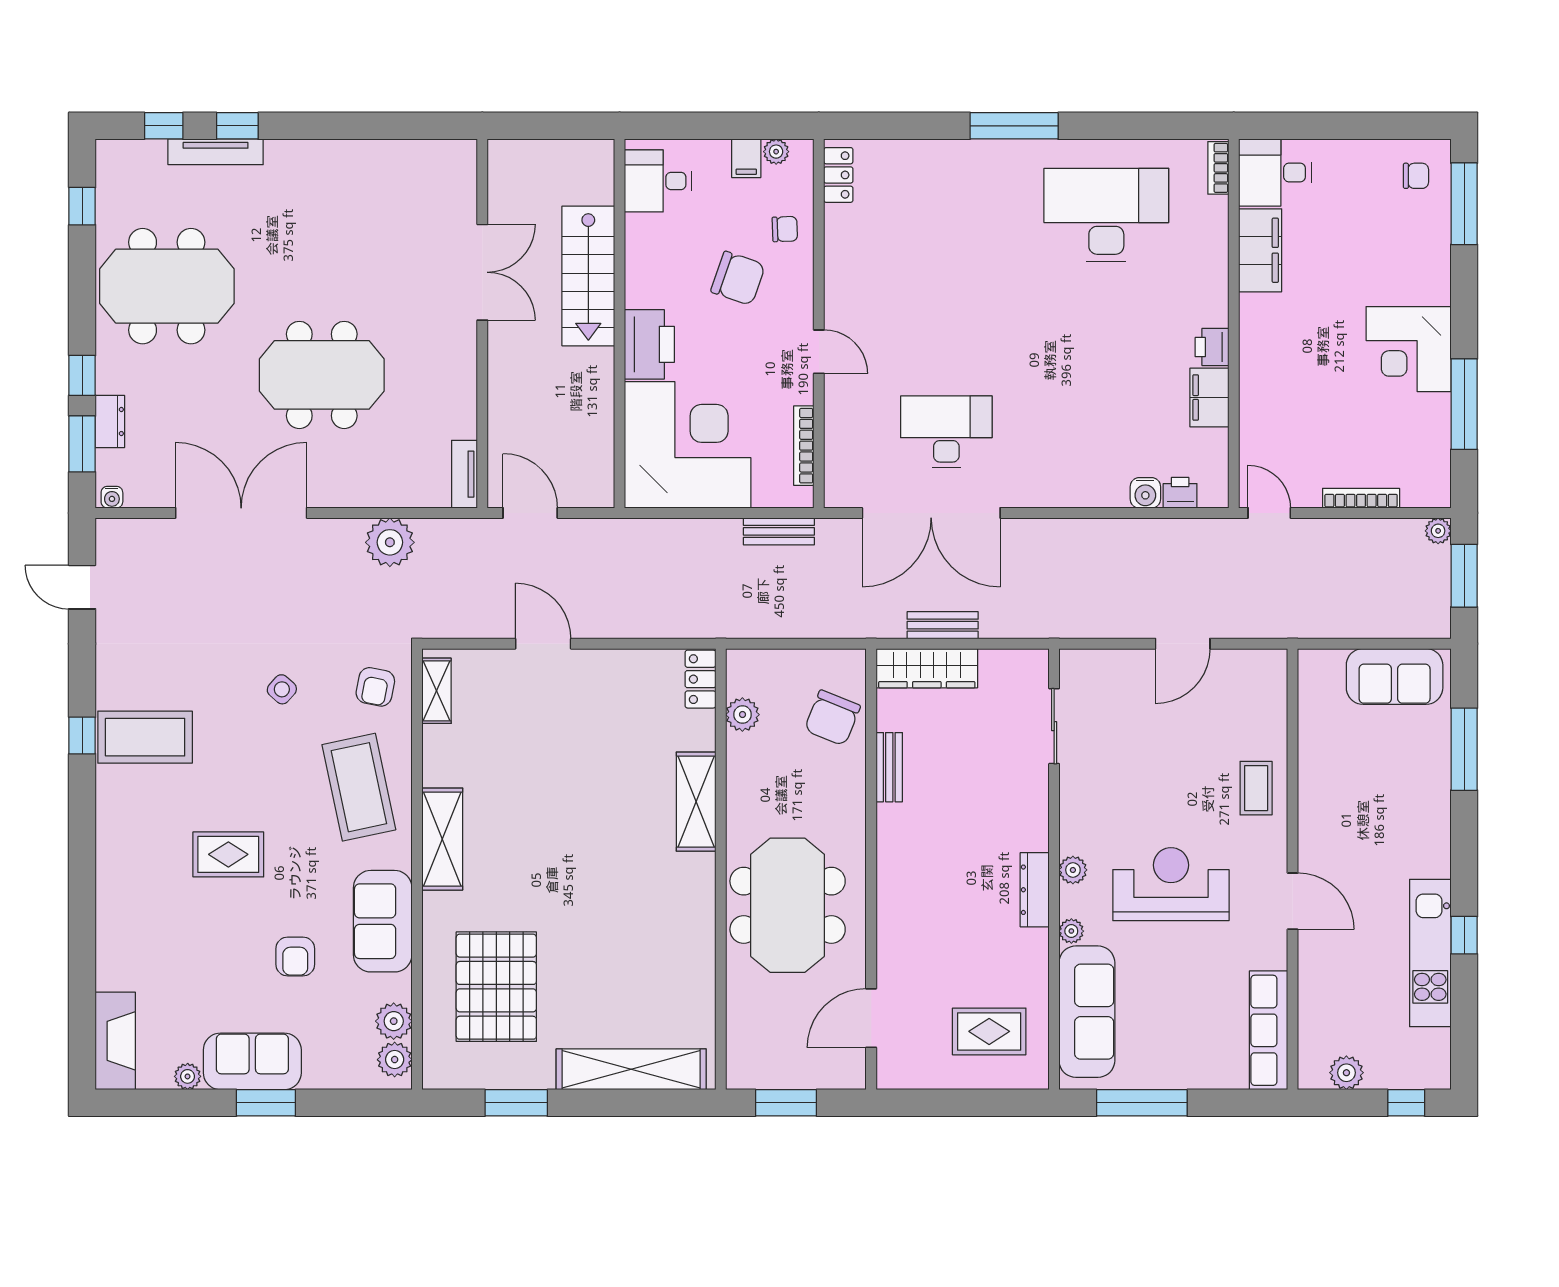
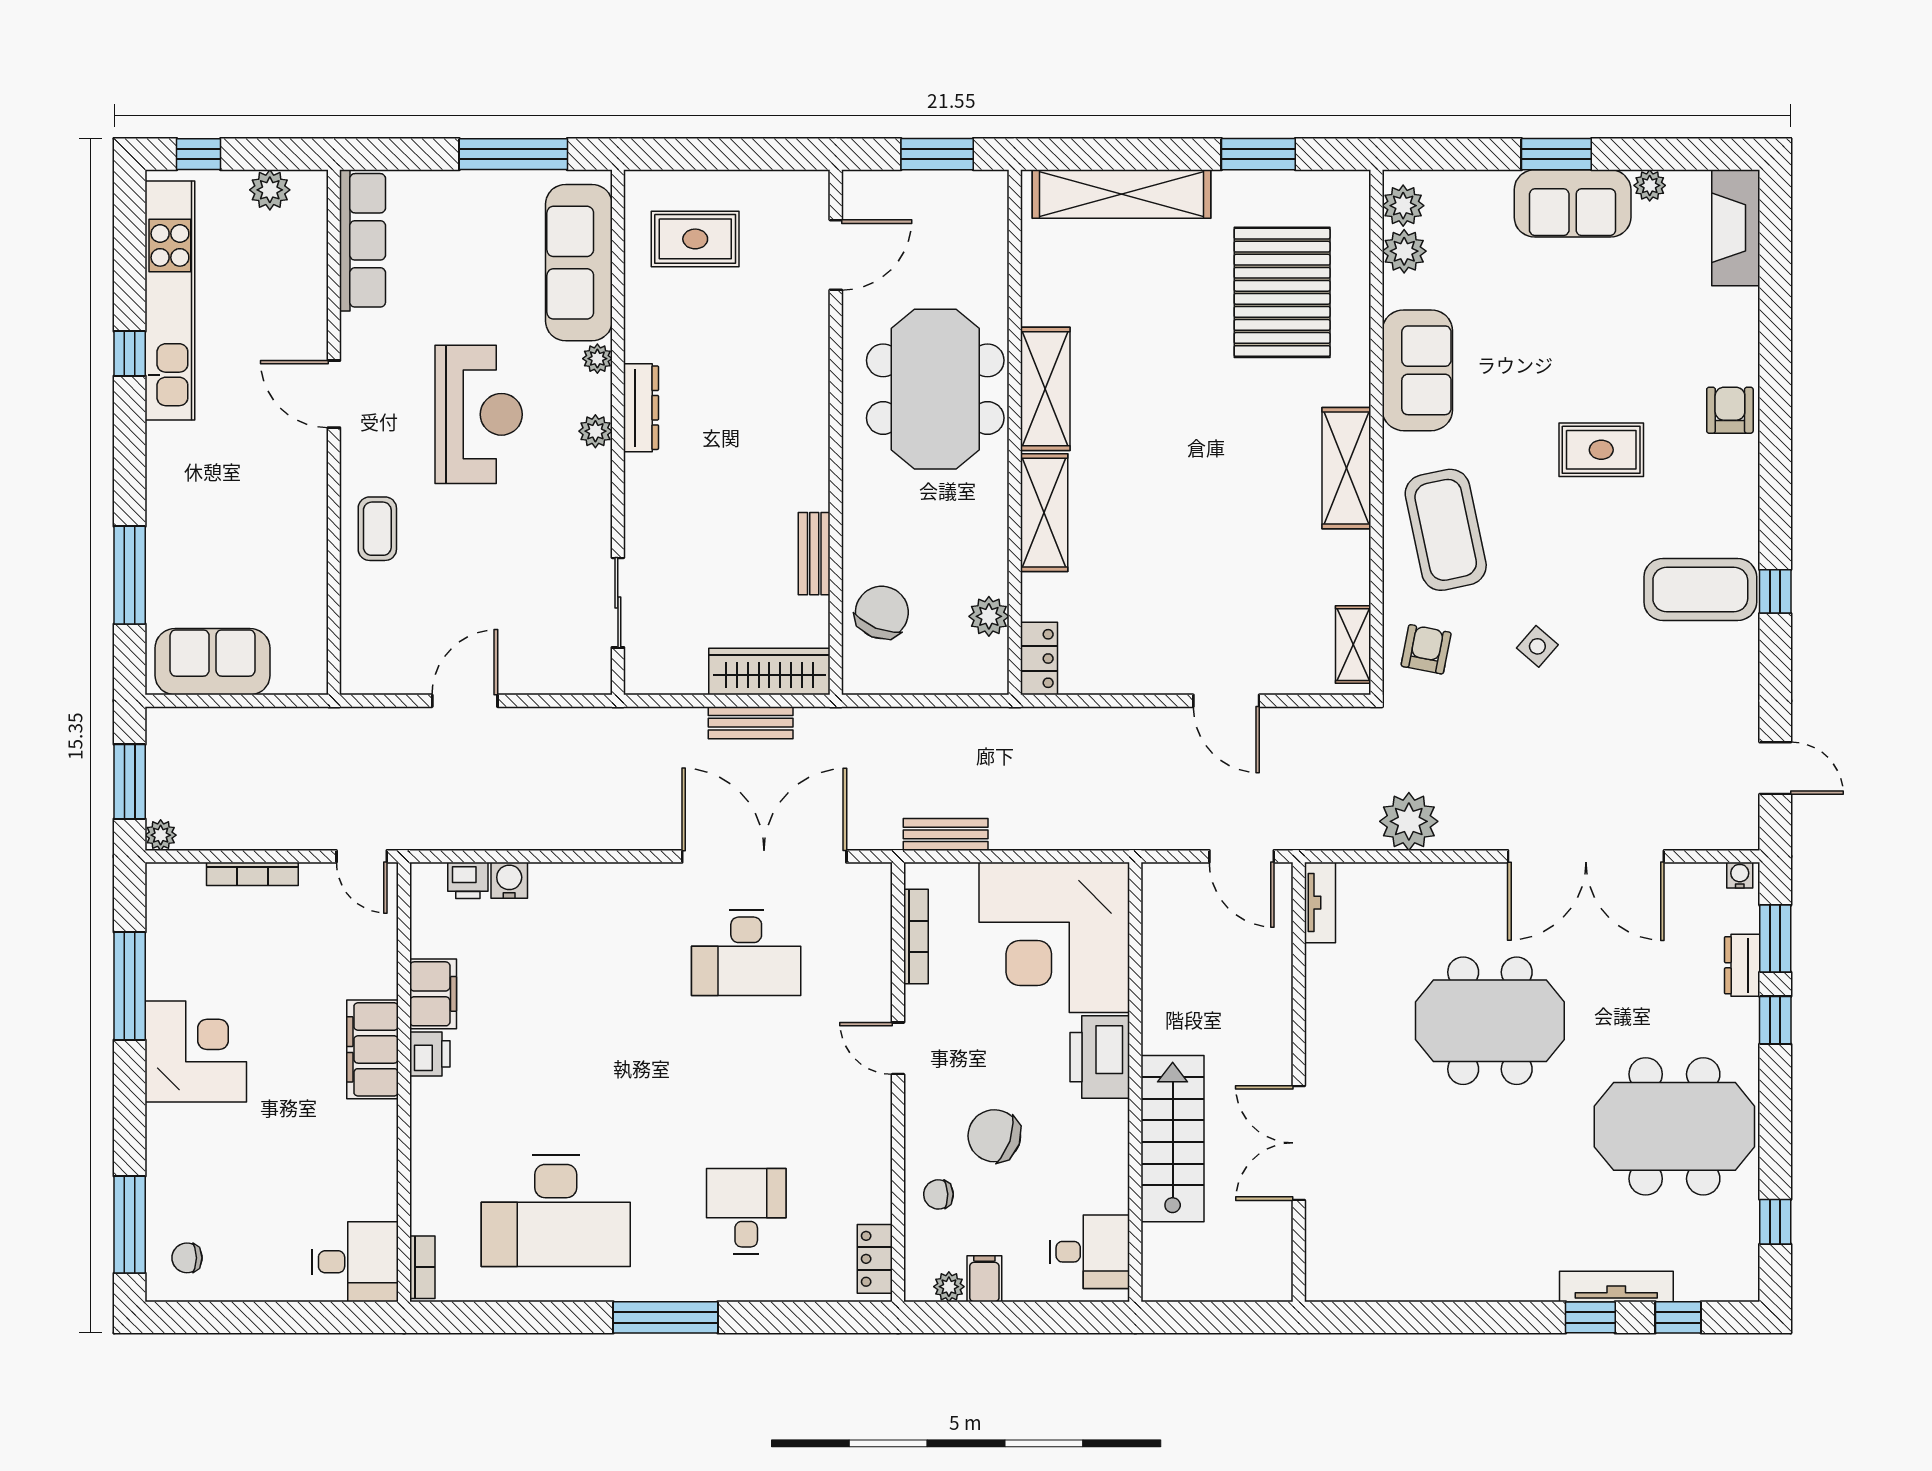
desk: (946, 215) -> (746, 1211), added
filing cabinet: (1260, 250) -> (372, 1049), moved
reception desk: (1171, 884) -> (479, 414), turned -90
shelving: (695, 906) -> (1045, 389), added
kitchen unit: (1430, 953) -> (170, 301), width x1.36
armchair: (295, 957) -> (1730, 410), moved

